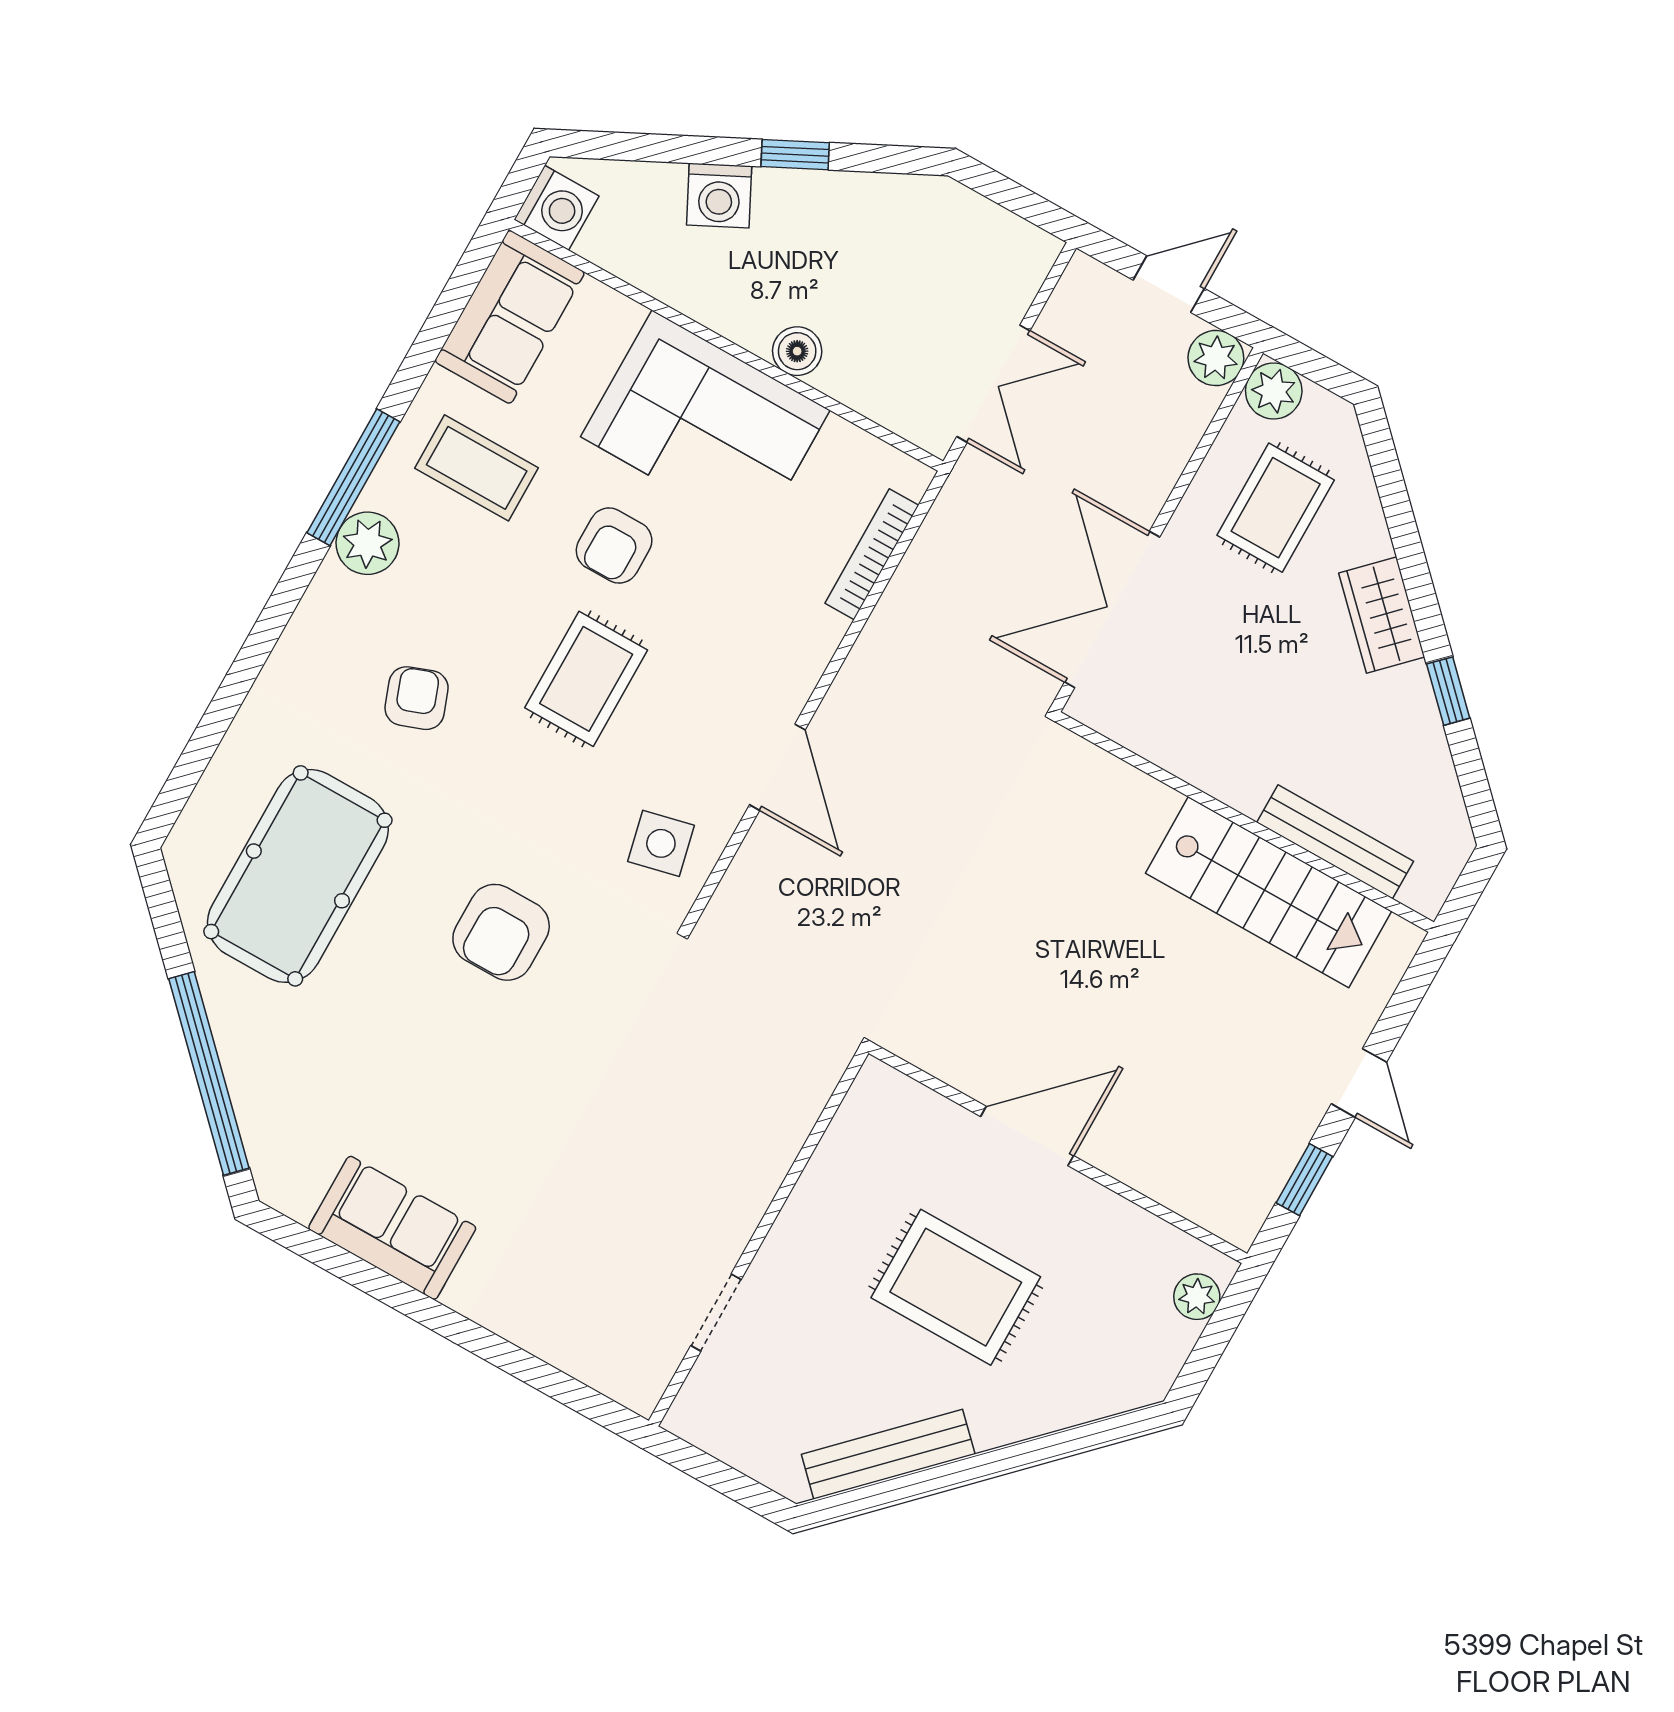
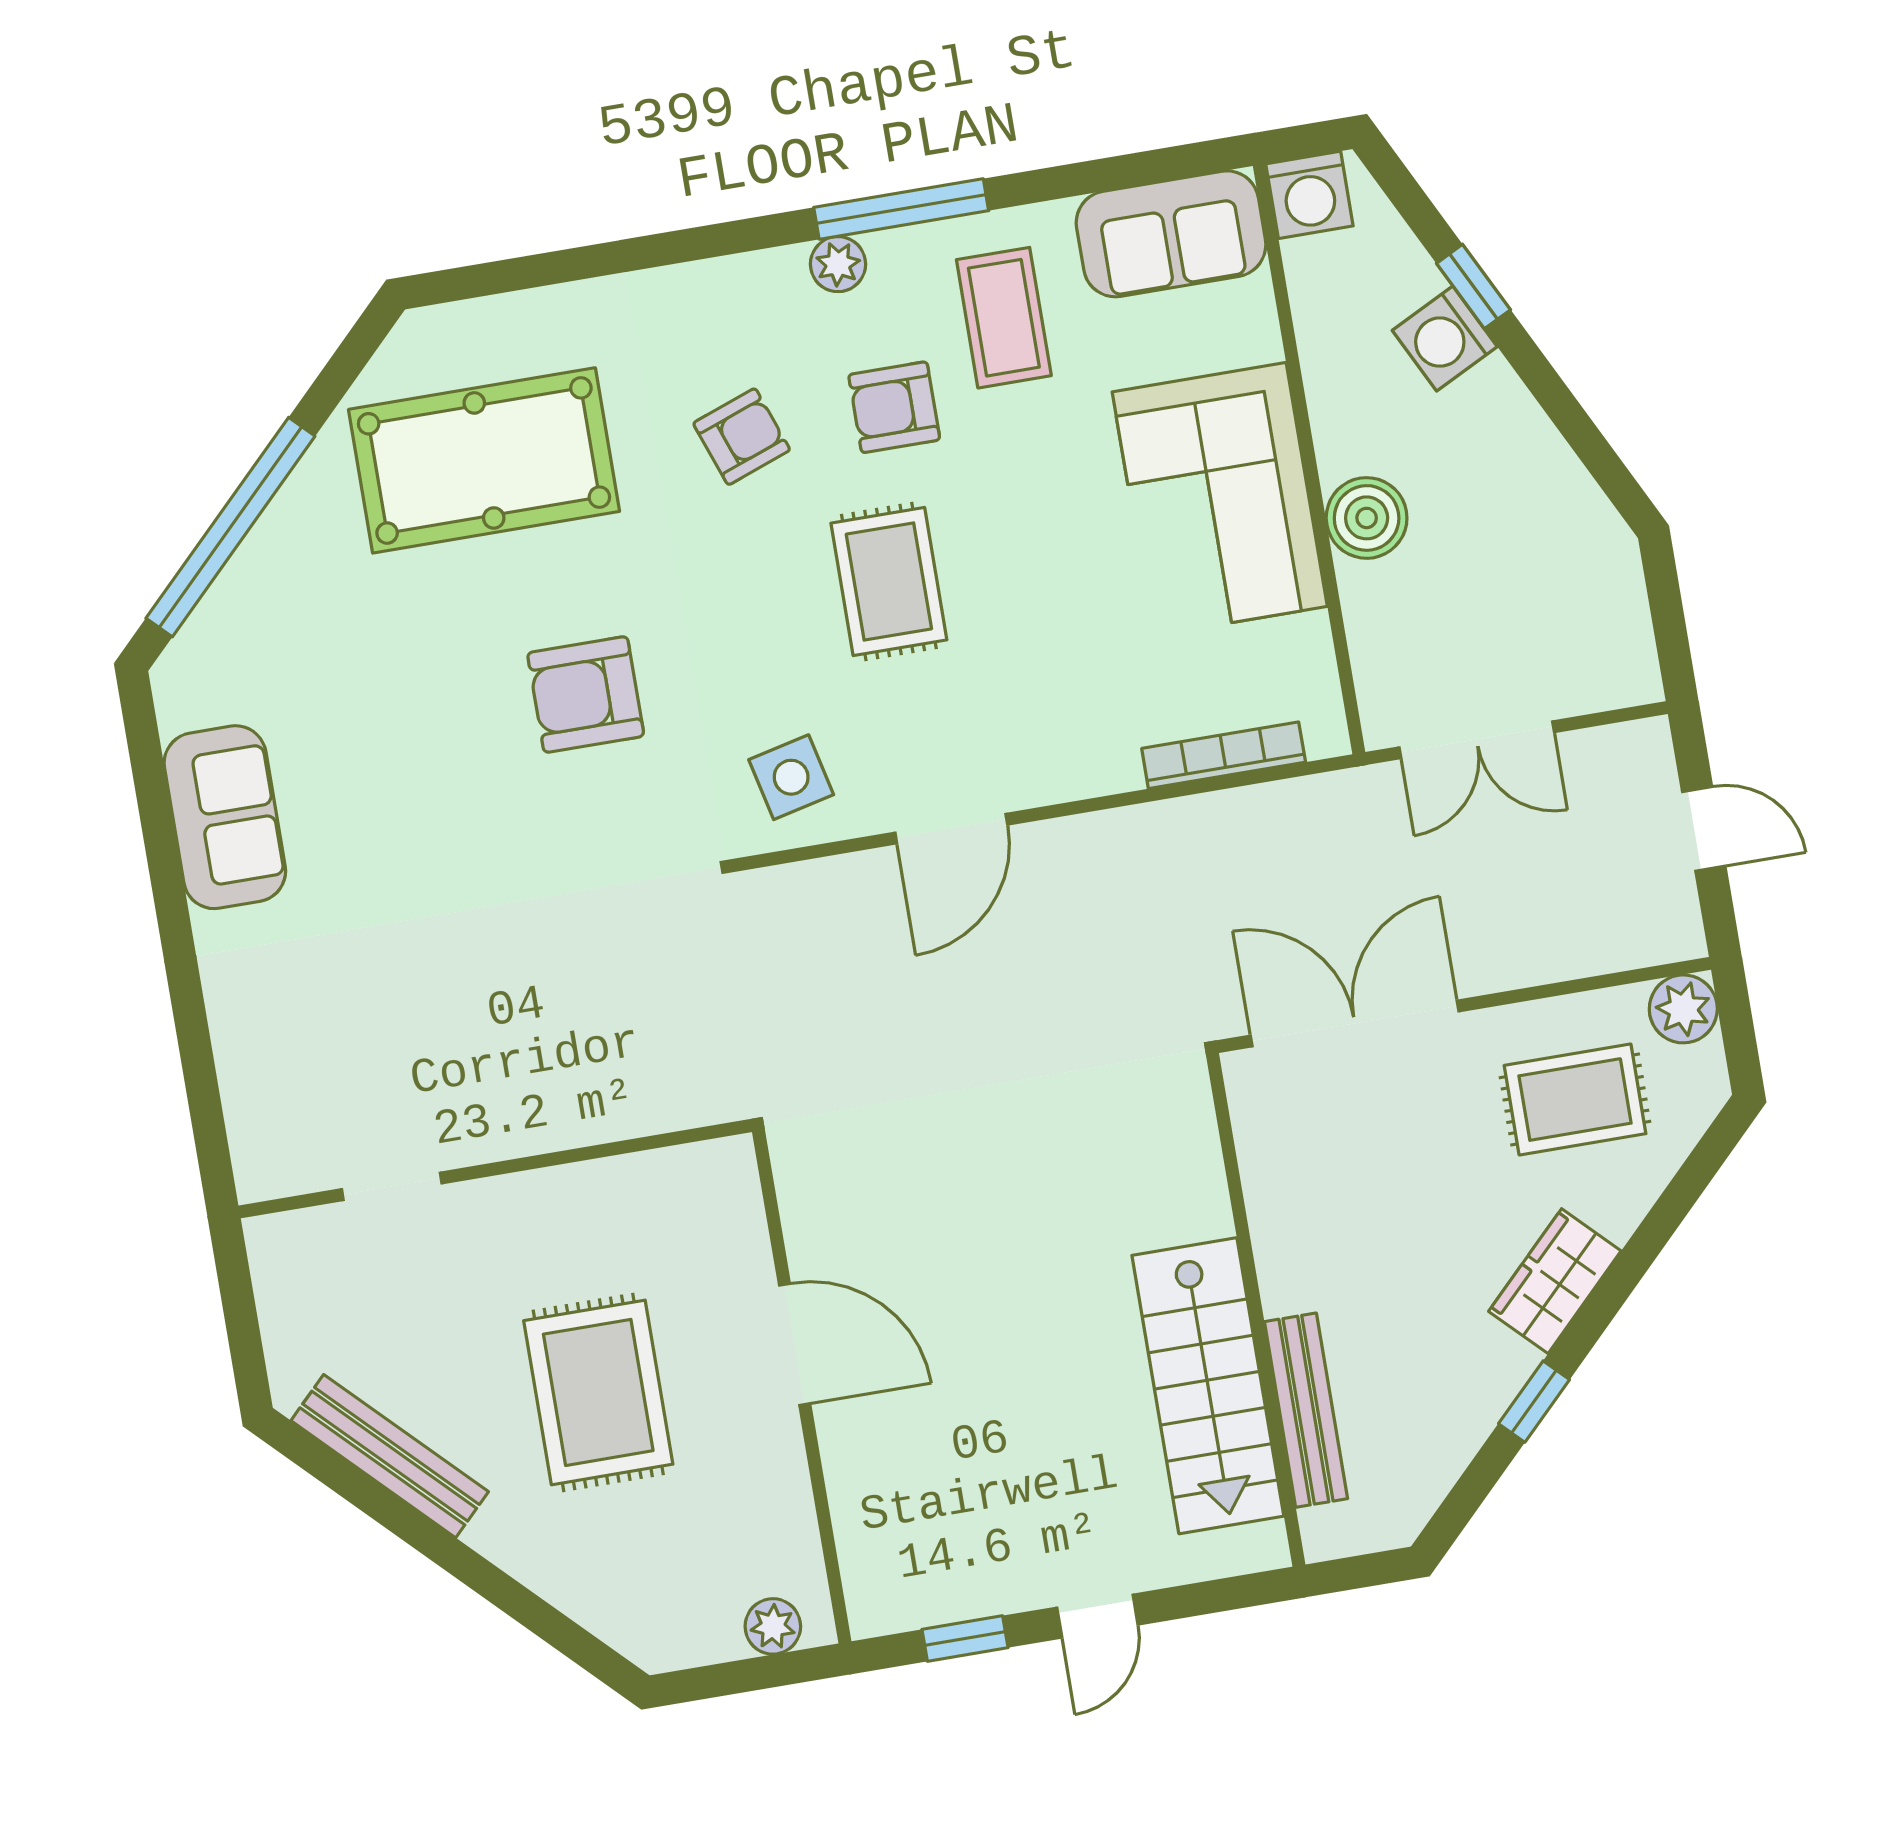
window: (795, 155) -> (1473, 287), moved
boiler: (797, 351) -> (1367, 518), width x1.36, depth x1.36
plant: (1216, 358) -> (1670, 929), removed
plant: (368, 543) -> (838, 264), width x0.73, depth x0.73
armchair: (614, 546) -> (894, 407), moved
rug: (586, 679) -> (889, 582), turned 90

